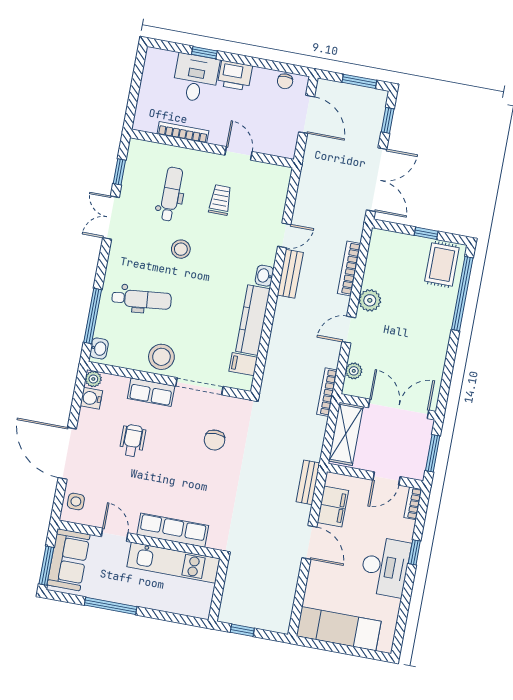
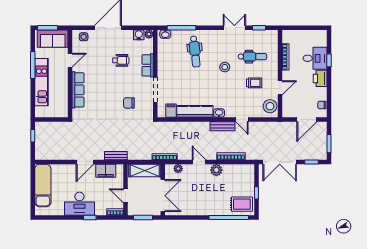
stool: (161, 357) -> (270, 106), moved
kitchen unit: (173, 563) -> (42, 82), moved, turned 180

